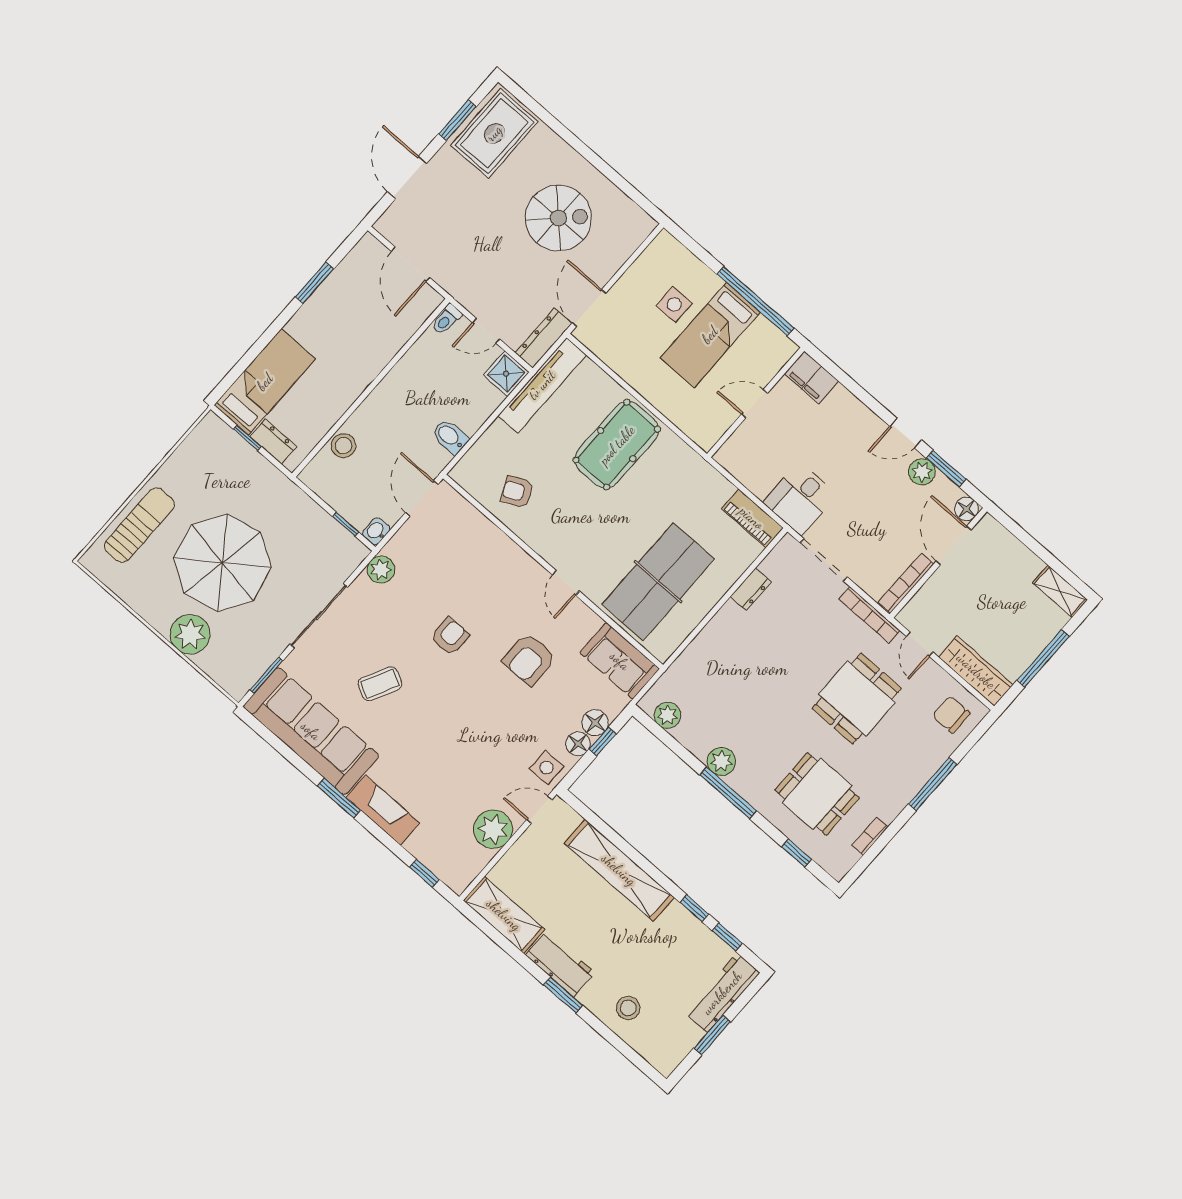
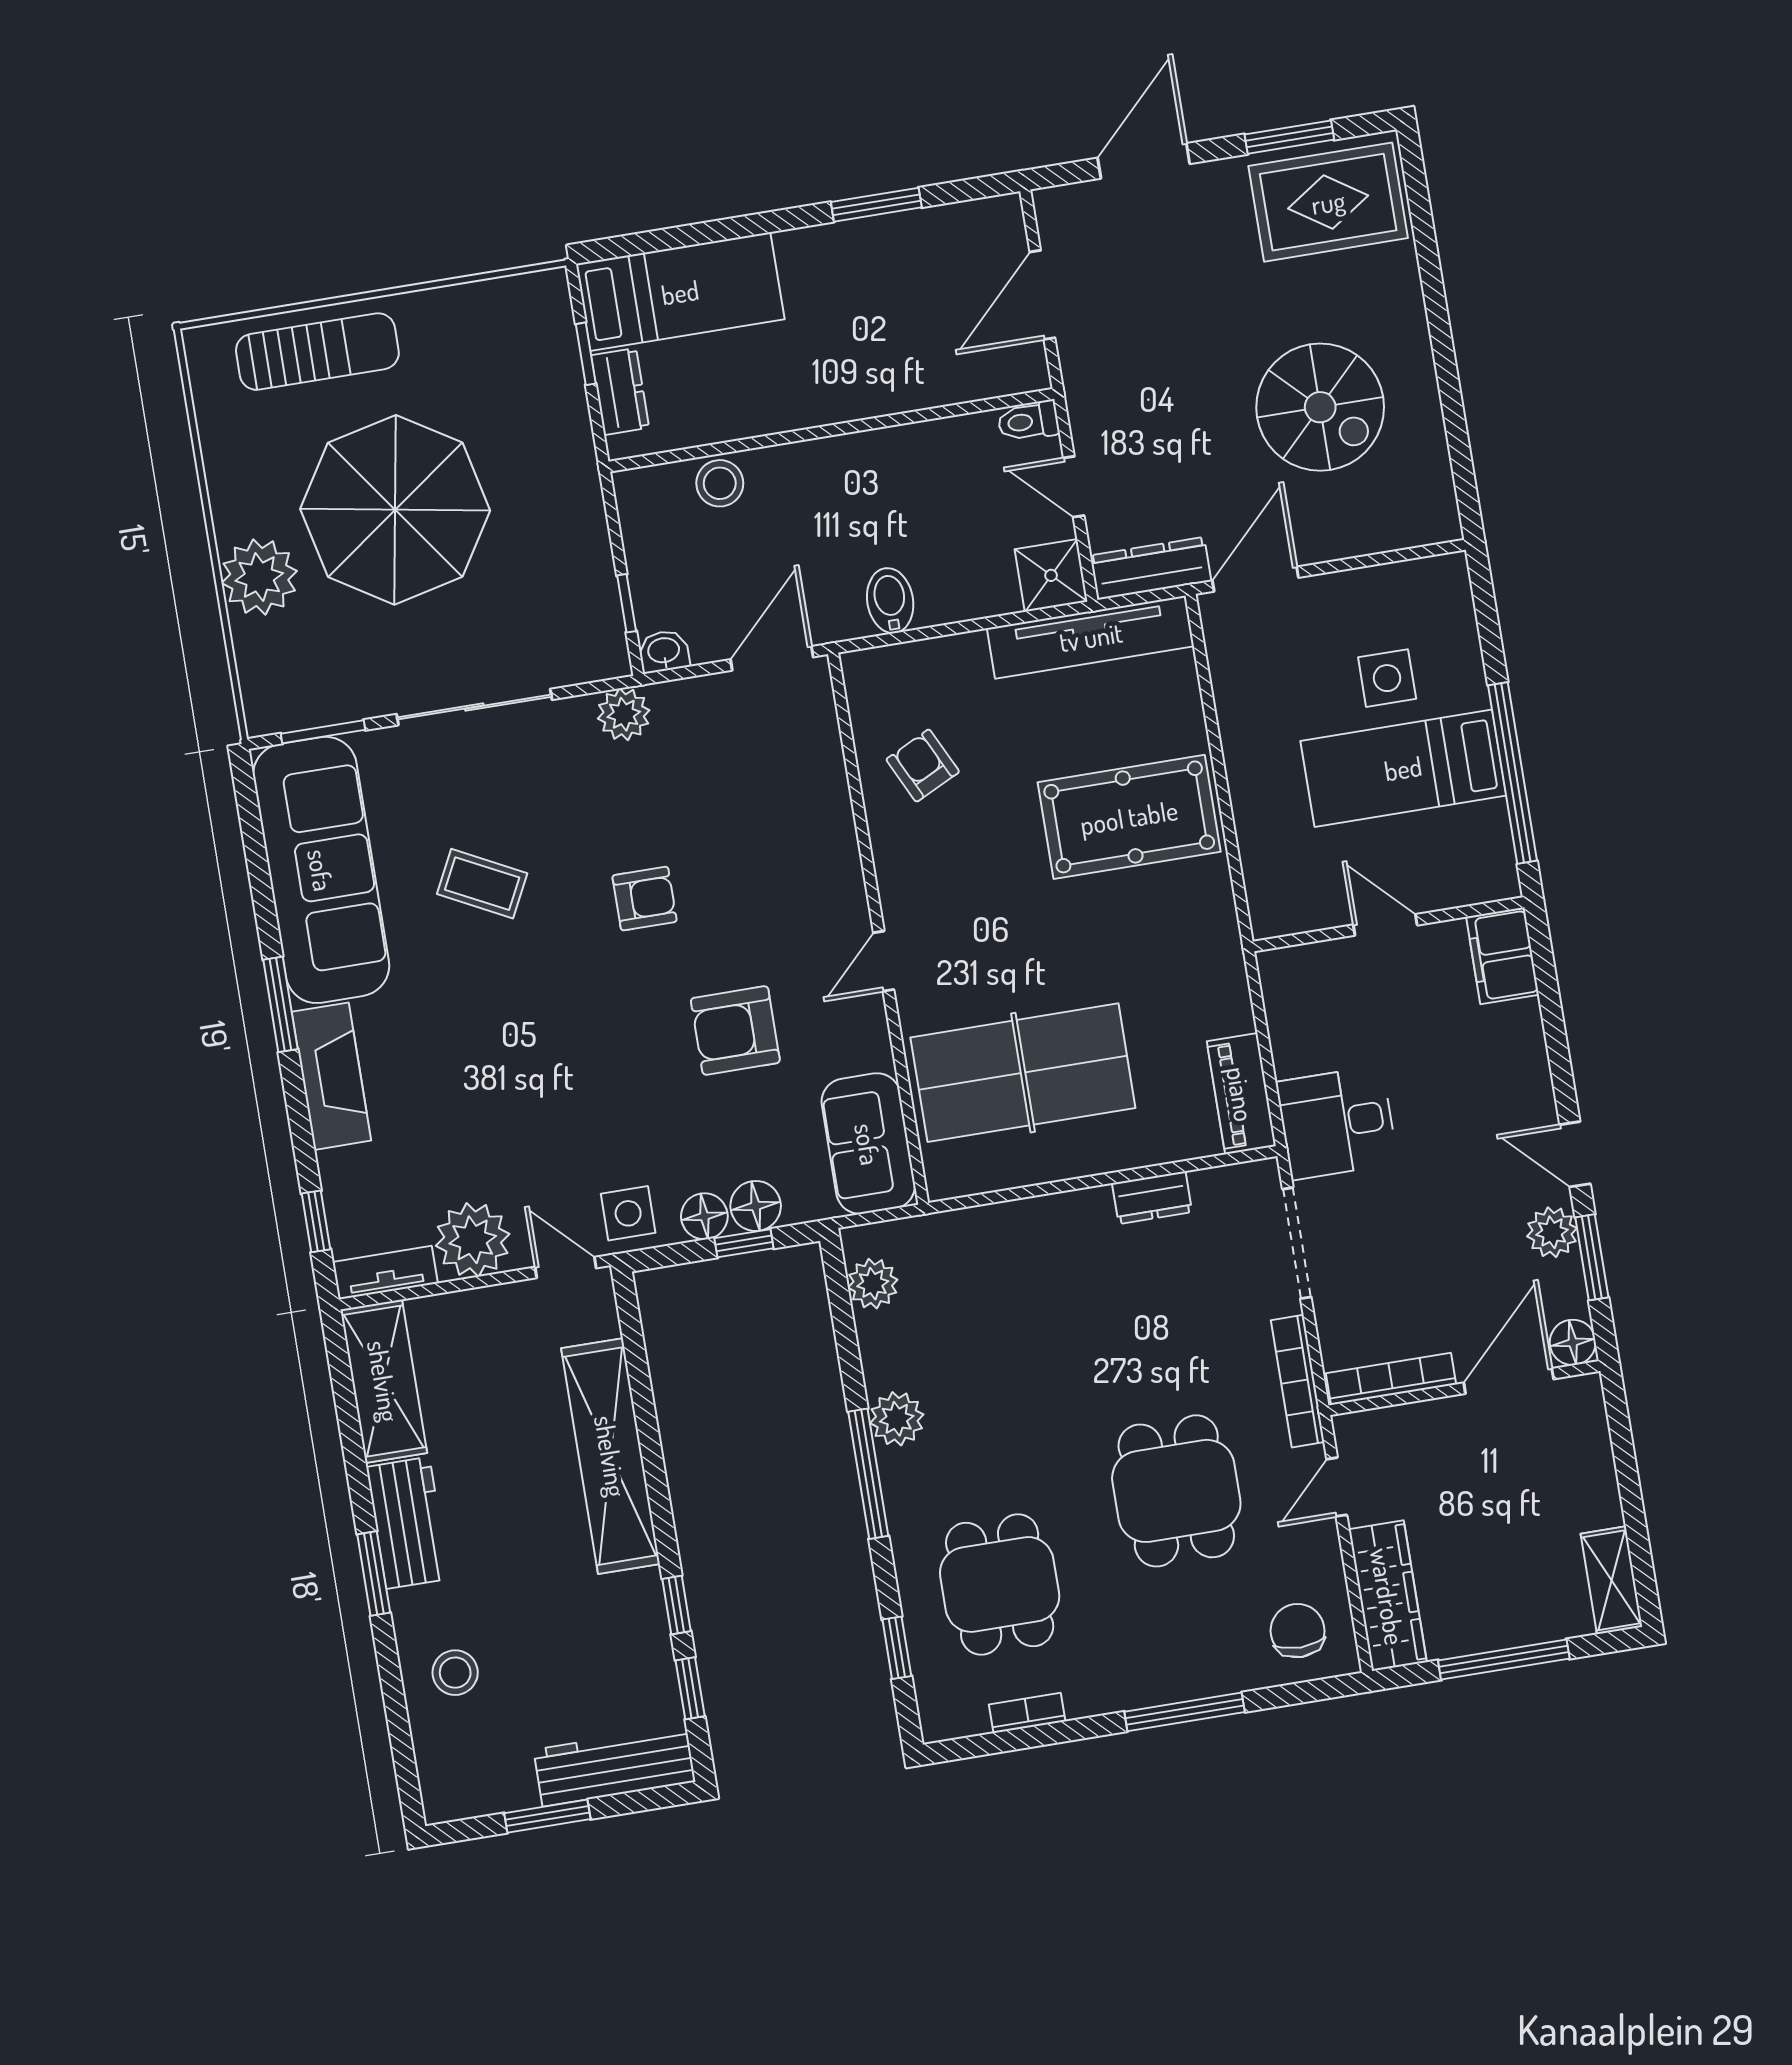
dining table: (857, 699) -> (1176, 1491), turned 90
tv unit: (469, 871) -> (385, 1273), added

